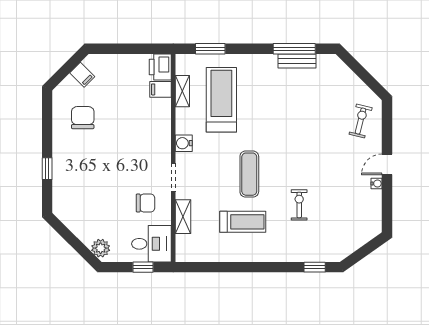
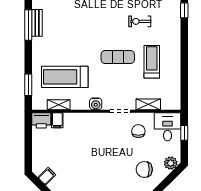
chair: (83, 118) -> (144, 169), moved

